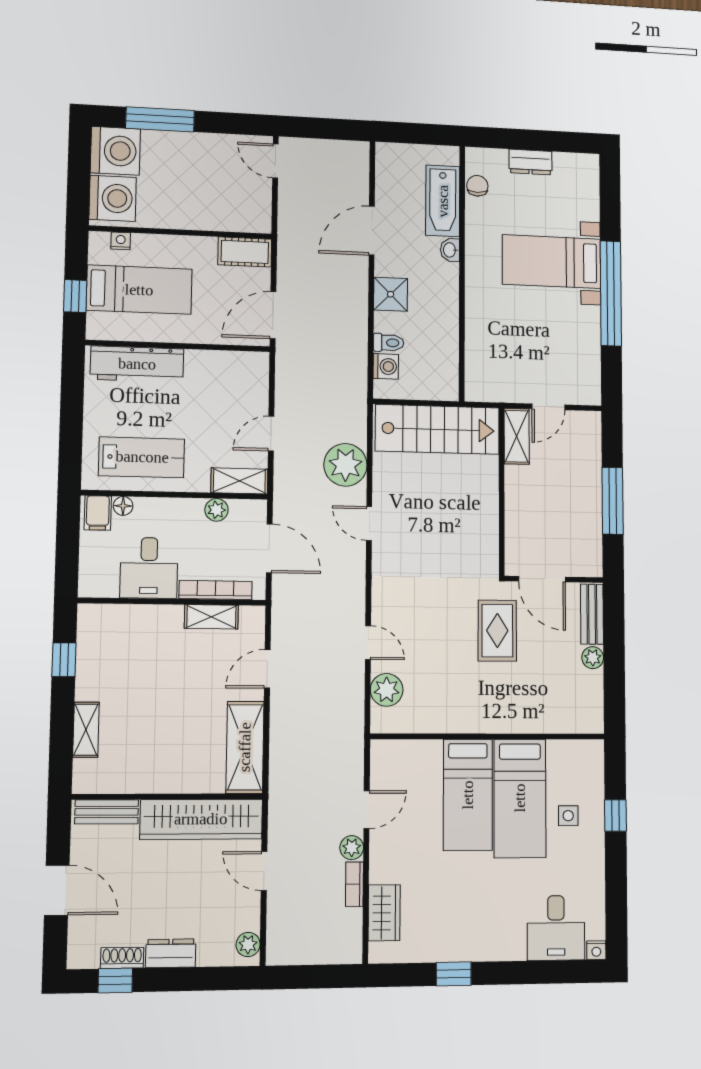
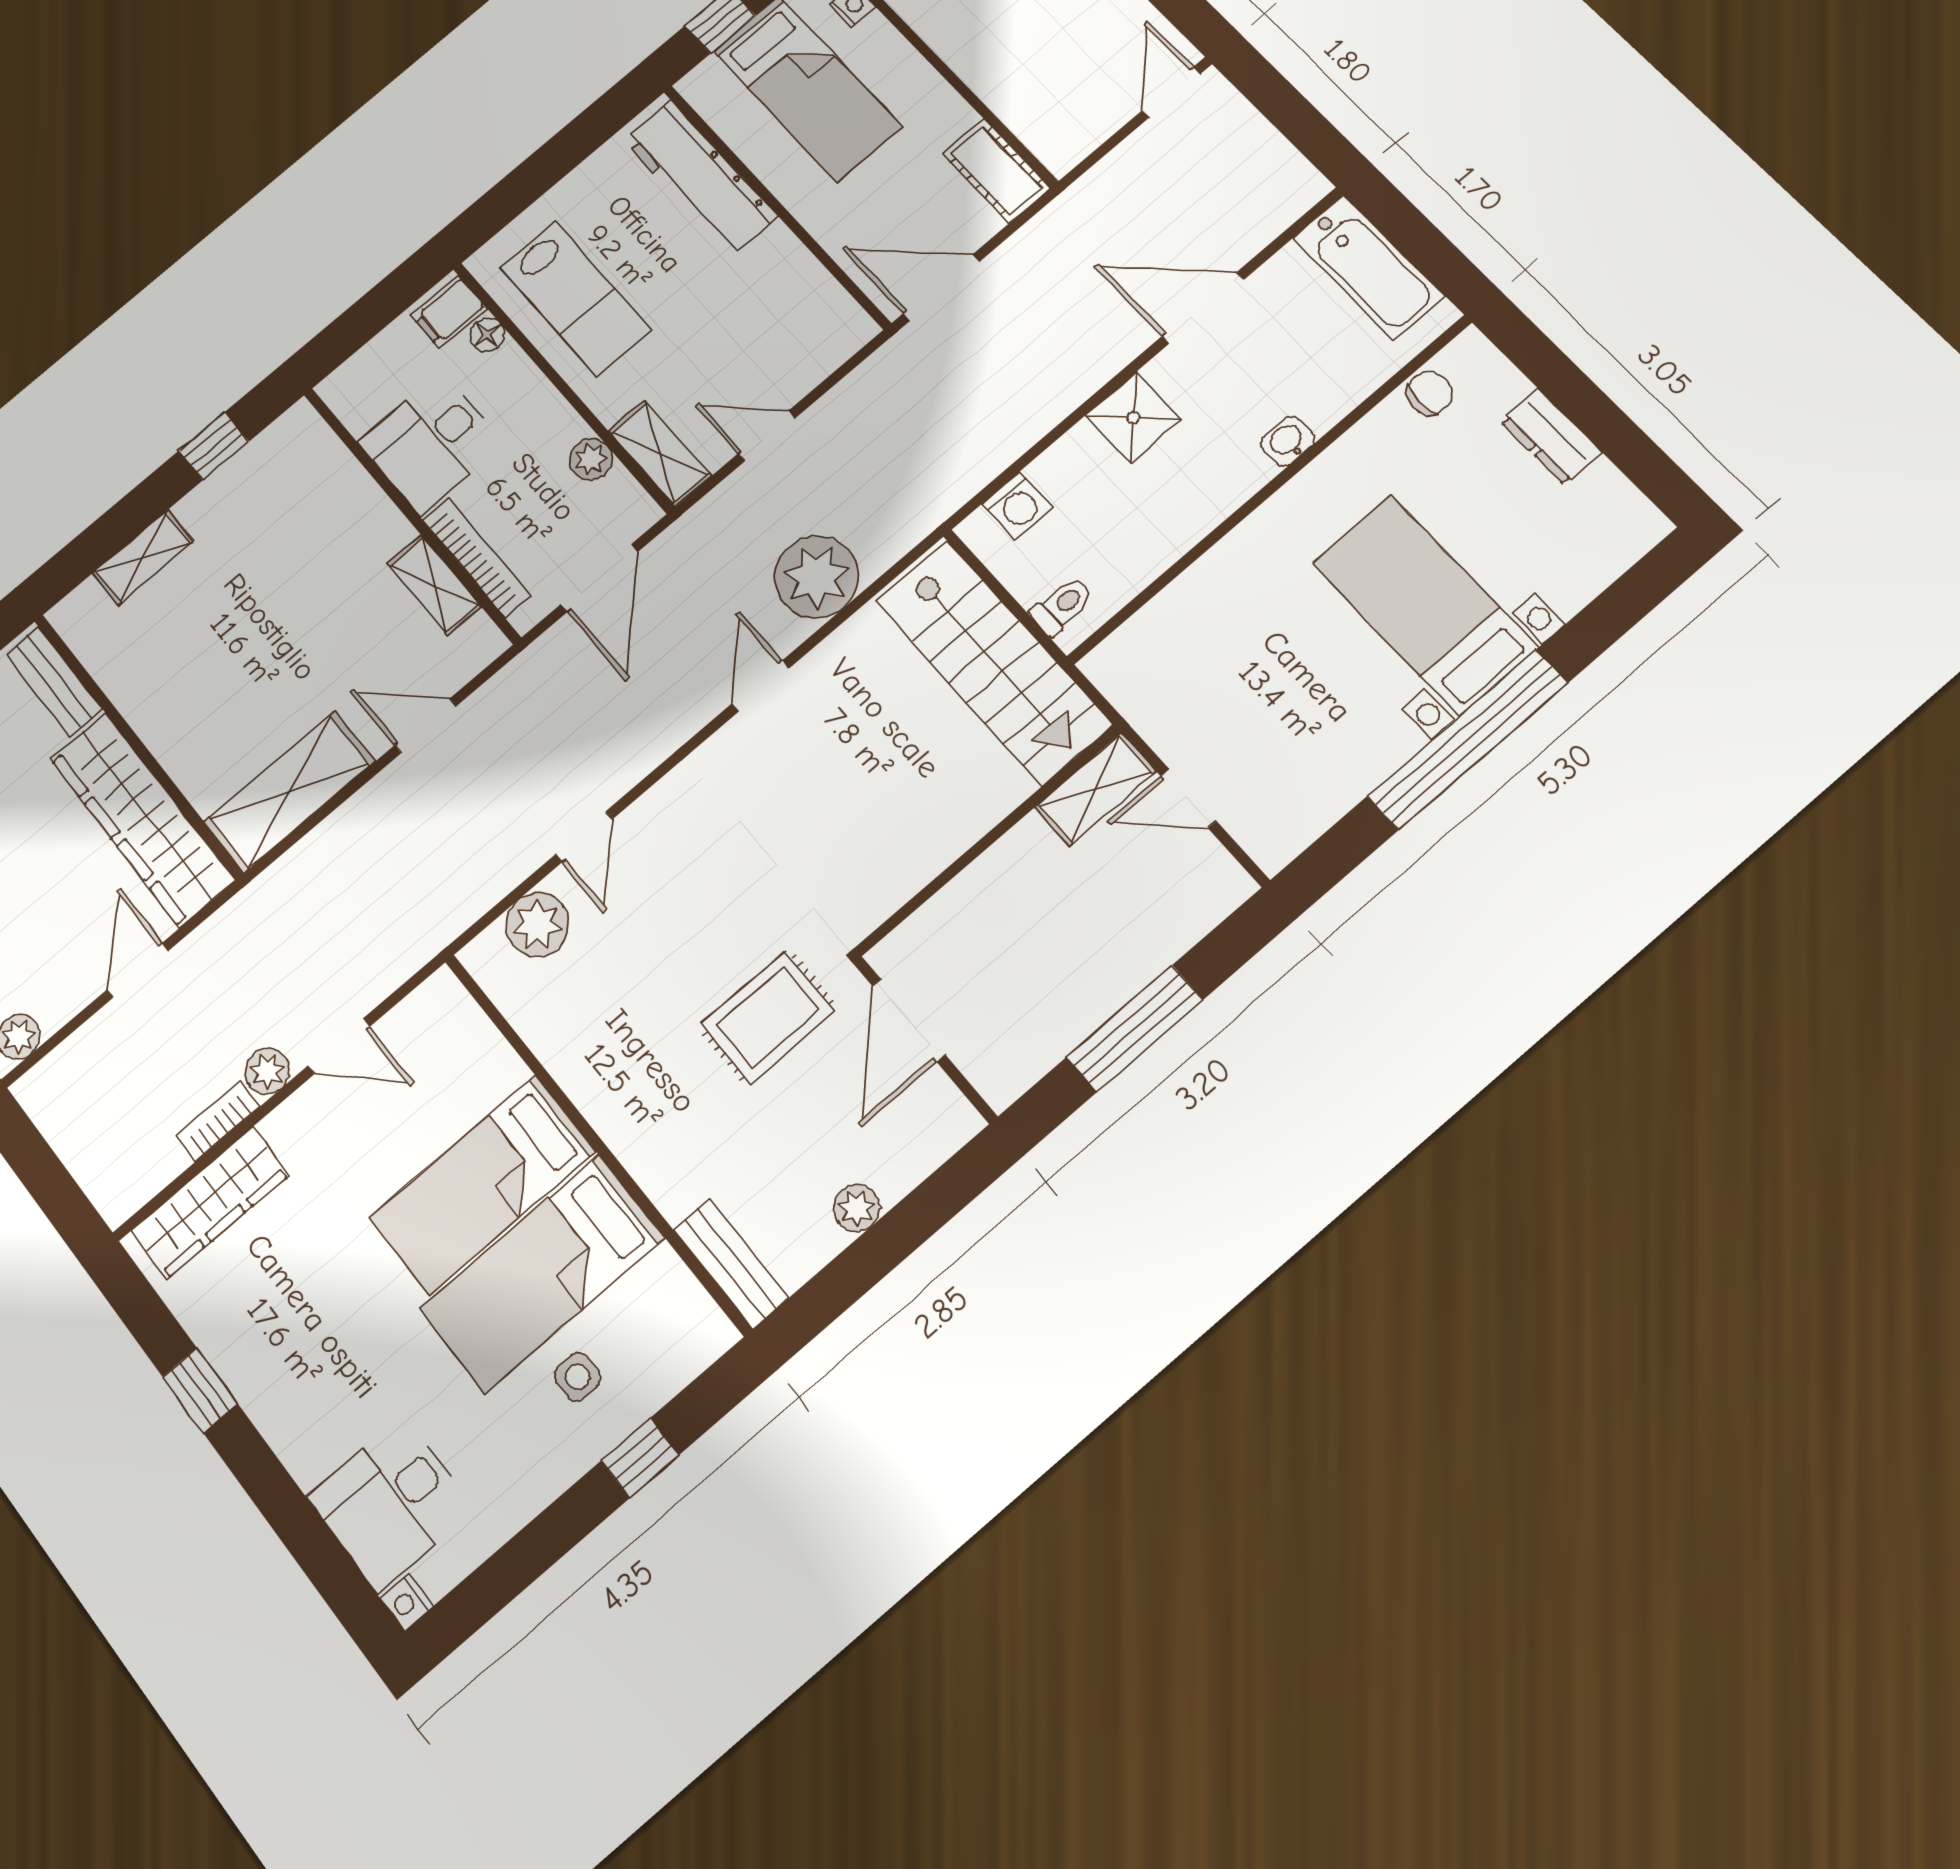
bathtub: (443, 201) -> (1368, 267), moved, turned -90
toilet: (388, 343) -> (1062, 606), moved, turned -90
bench: (592, 614) -> (731, 1264), moved, turned 90
wardrobe: (384, 913) -> (210, 1203), width x1.50

